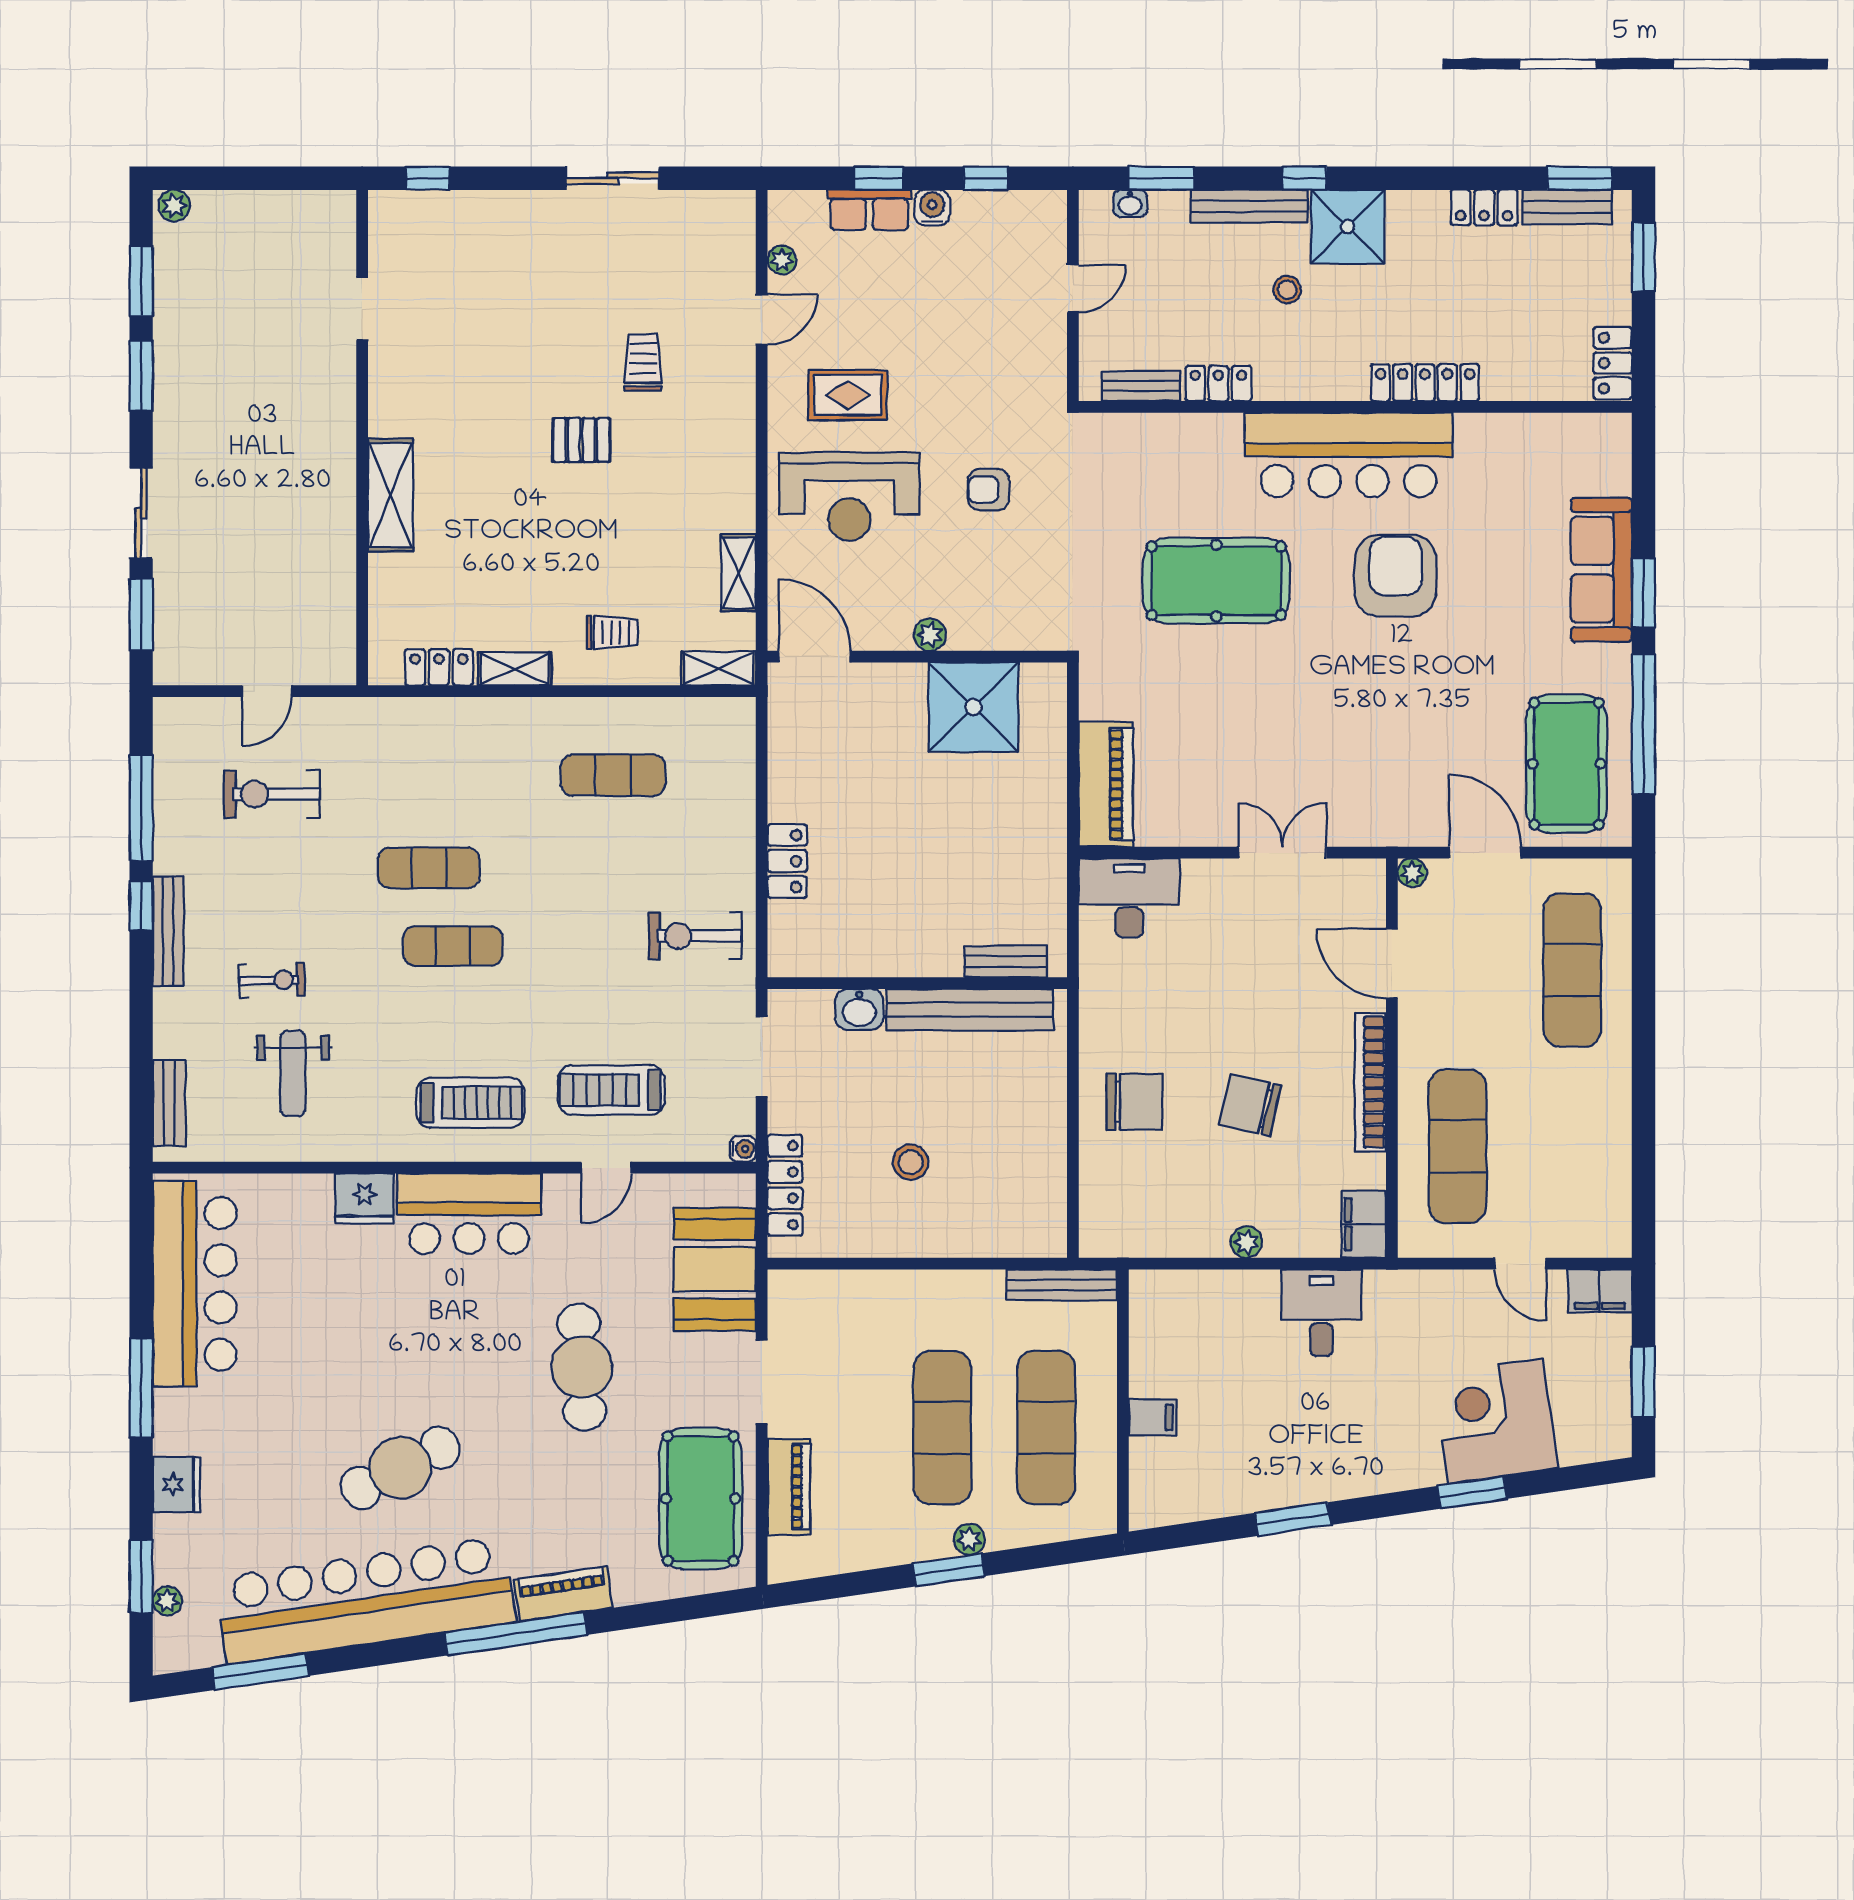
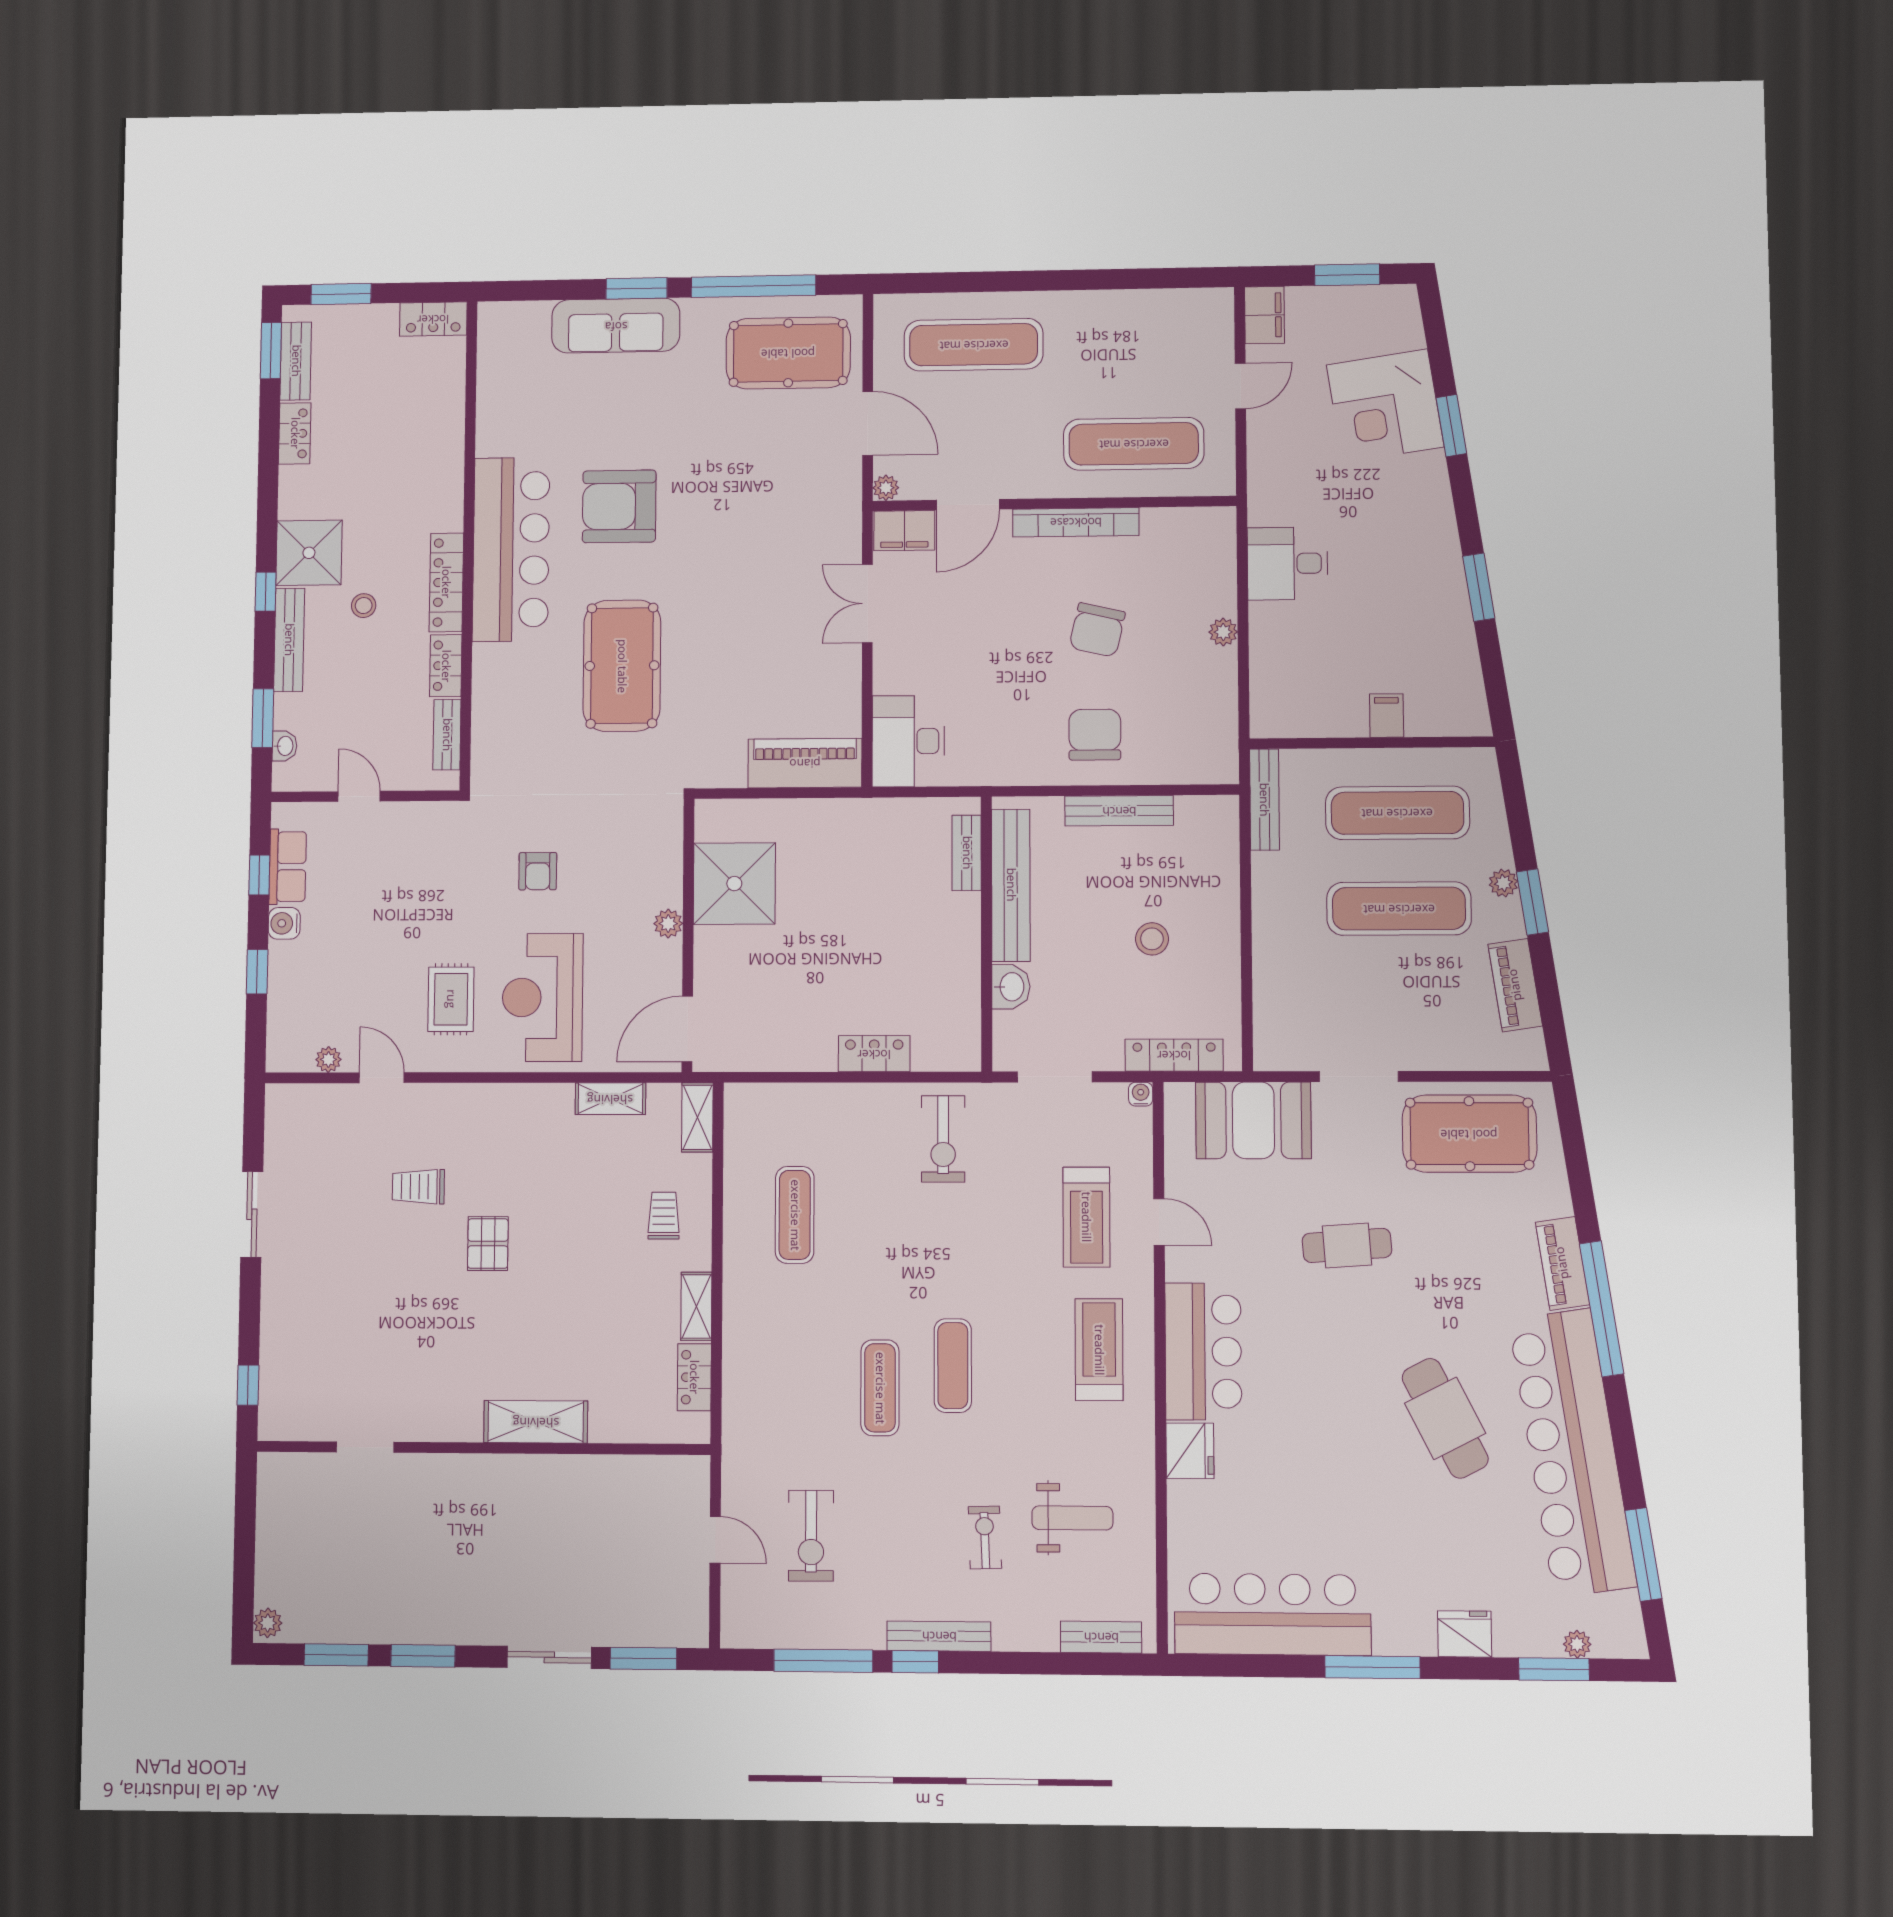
row of seats: (869, 210) -> (288, 867), moved
locker: (1425, 383) -> (446, 582), moved
reception desk: (849, 497) -> (542, 997), turned 180
door: (1485, 853) -> (868, 423), swing flipped
bench: (1051, 1128) -> (1119, 811), added
filing cabinet: (1364, 1224) -> (904, 531), moved
cafe table: (582, 1367) -> (1347, 1245), width x0.73, depth x0.74
piano: (789, 1487) -> (1515, 985), moved, turned -98

